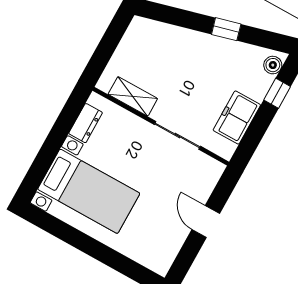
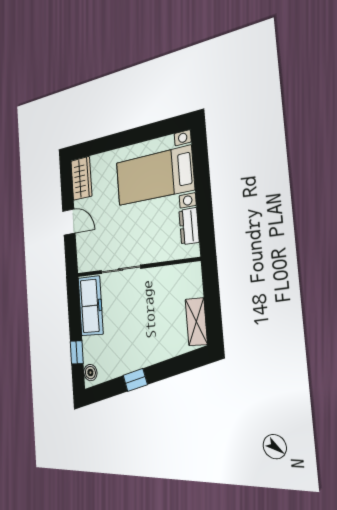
shelving: (133, 96) -> (196, 322), moved, turned 90
freezer: (237, 117) -> (91, 306), width x1.40
wardrobe: (164, 251) -> (81, 178), added

